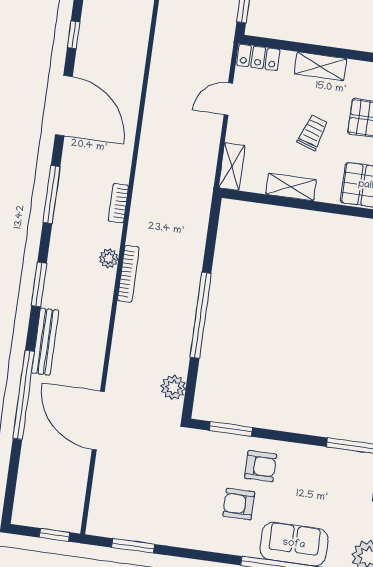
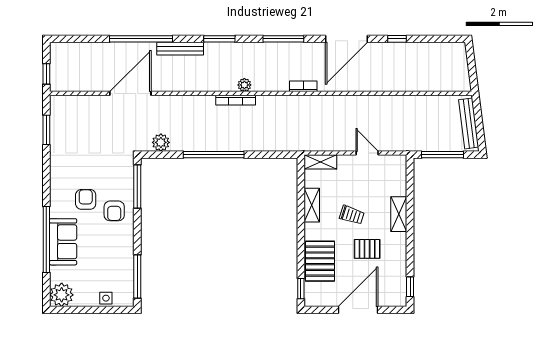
locker: (258, 57) -> (399, 170), removed
bookcase: (118, 203) -> (303, 86), moved
window: (231, 429) -> (137, 187), width x1.44

